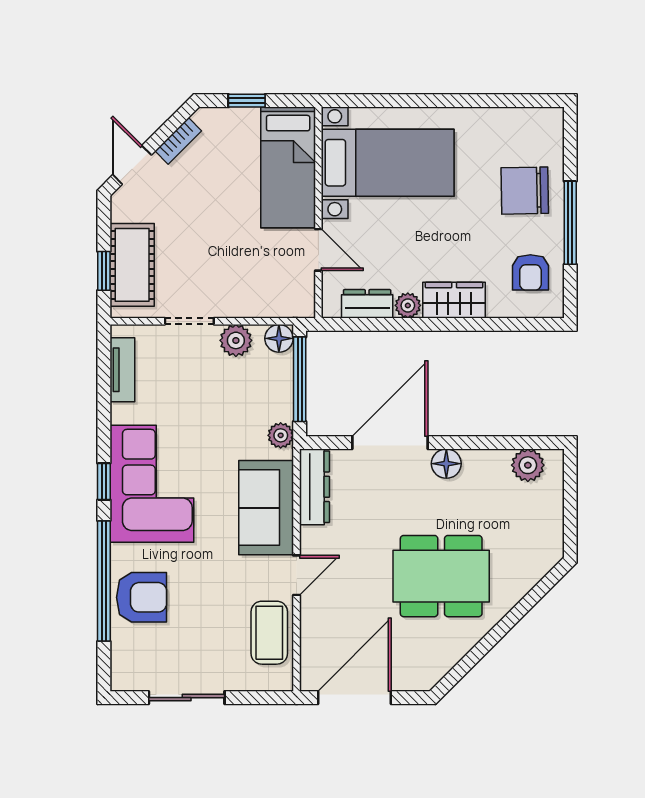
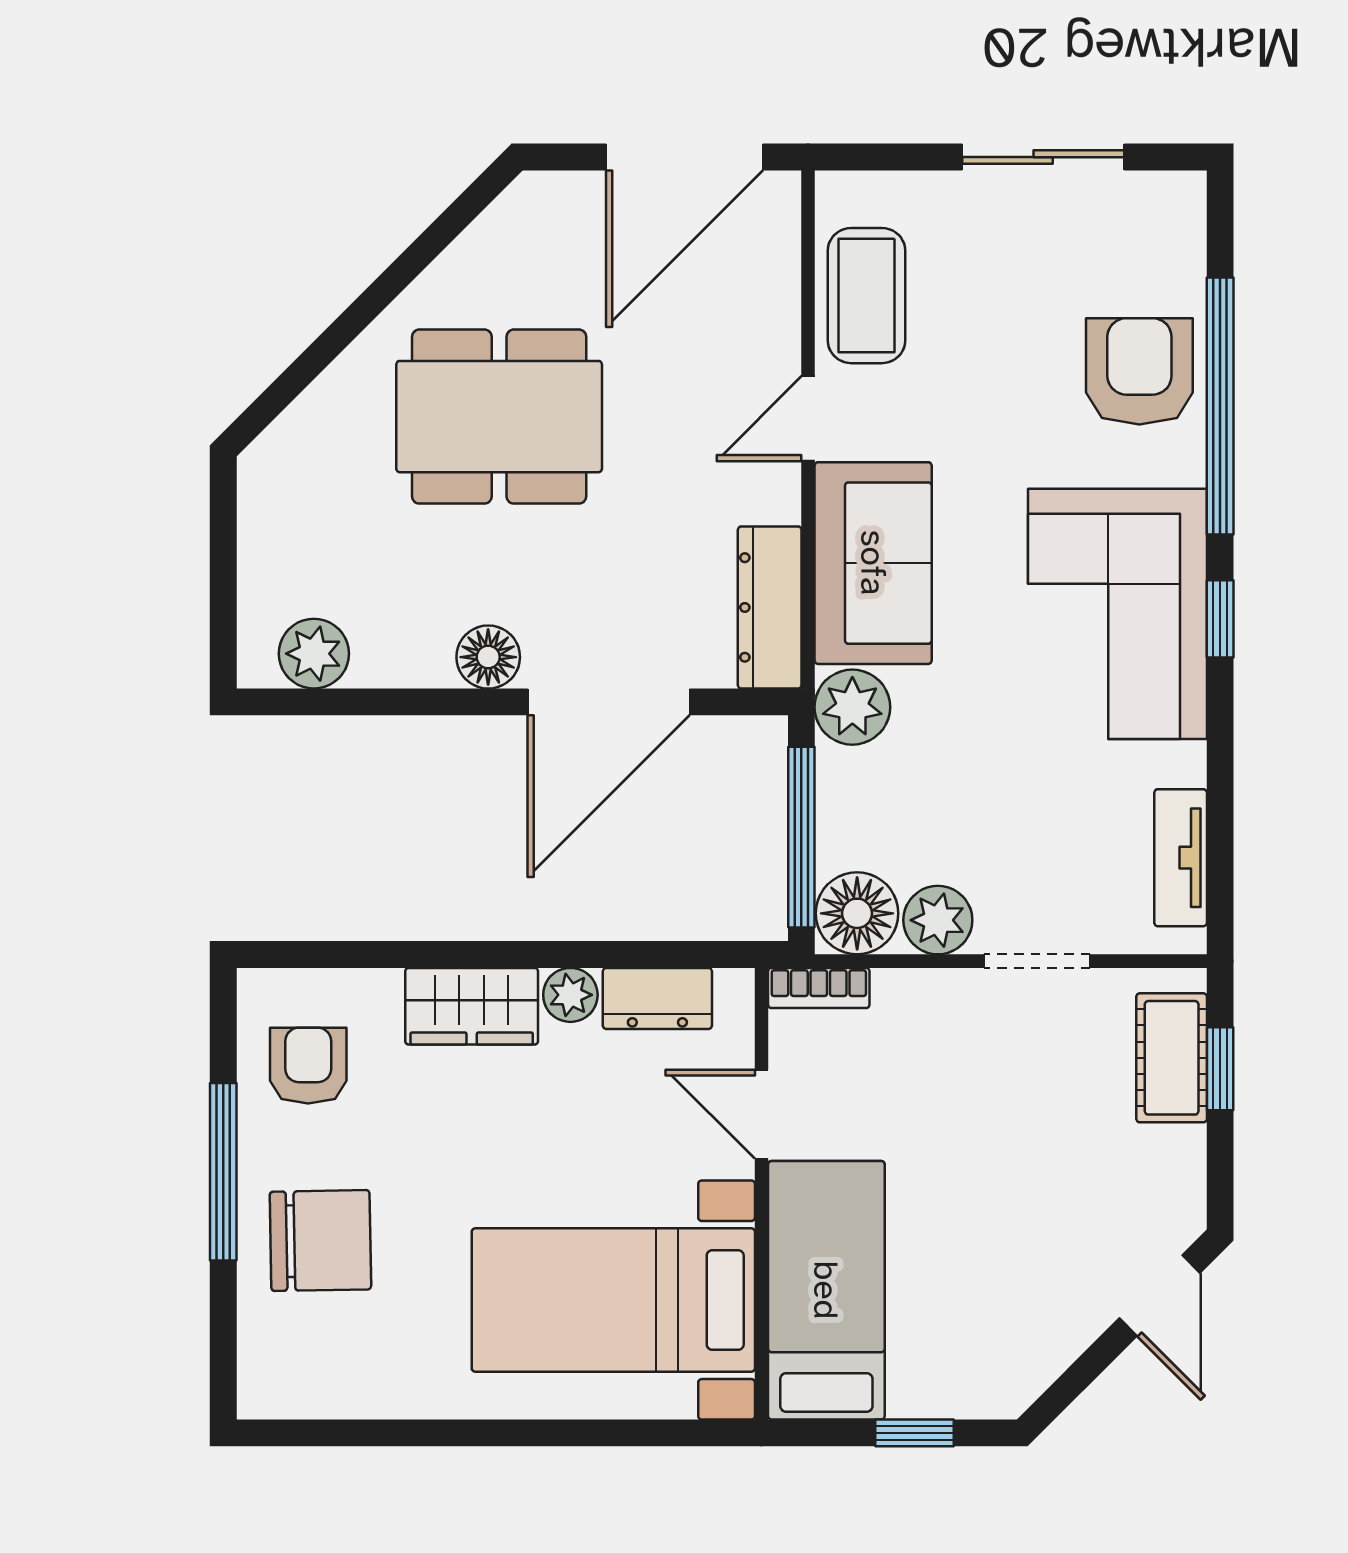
bookcase: (178, 141) -> (819, 988), moved, turned -135
cot: (132, 265) -> (1172, 1058), width x0.73, depth x0.75
floor lamp: (279, 338) -> (857, 913), width x1.38, depth x1.38
plant: (281, 435) -> (852, 707), width x1.38, depth x1.38
armchair: (142, 597) -> (1139, 371), turned 90

